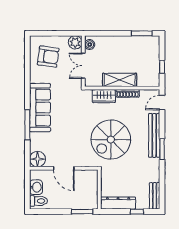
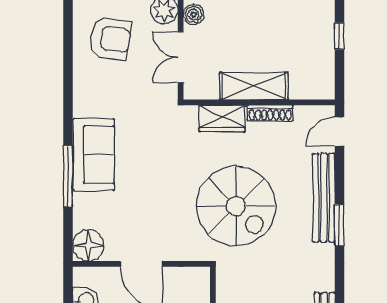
window: (162, 67) -> (339, 36), moved
sofa: (40, 108) -> (93, 155), width x0.73
spiral stairs: (111, 140) -> (236, 206), turned -90

